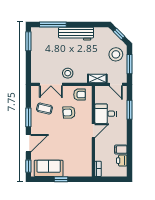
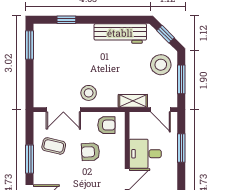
window: (53, 24) -> (66, 20), width x0.46
workbench: (76, 34) -> (120, 33), moved

